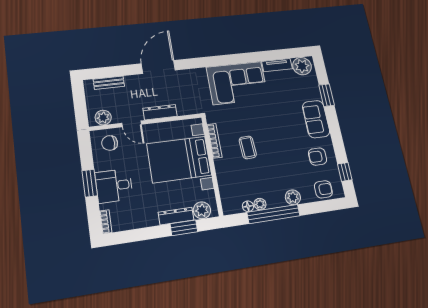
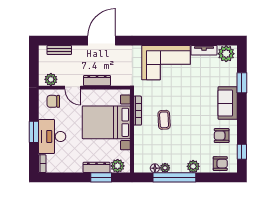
desk: (114, 186) -> (52, 136), width x1.37

